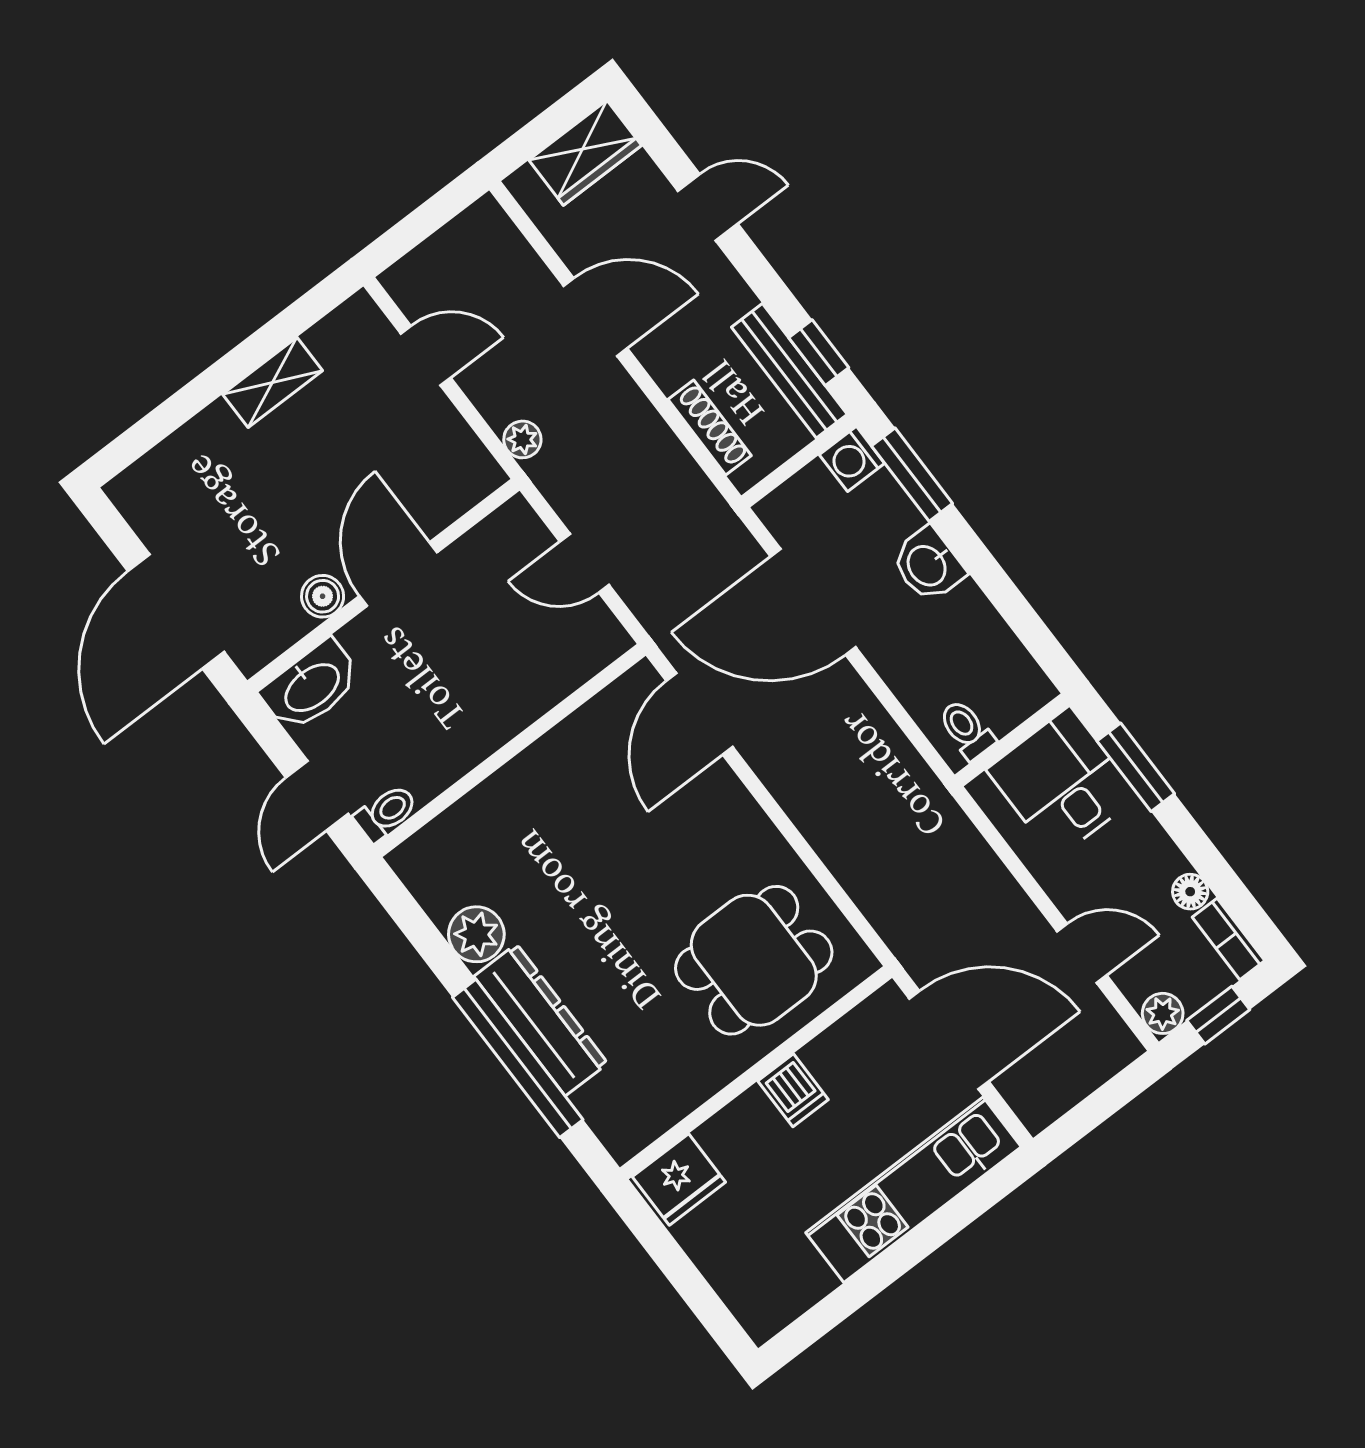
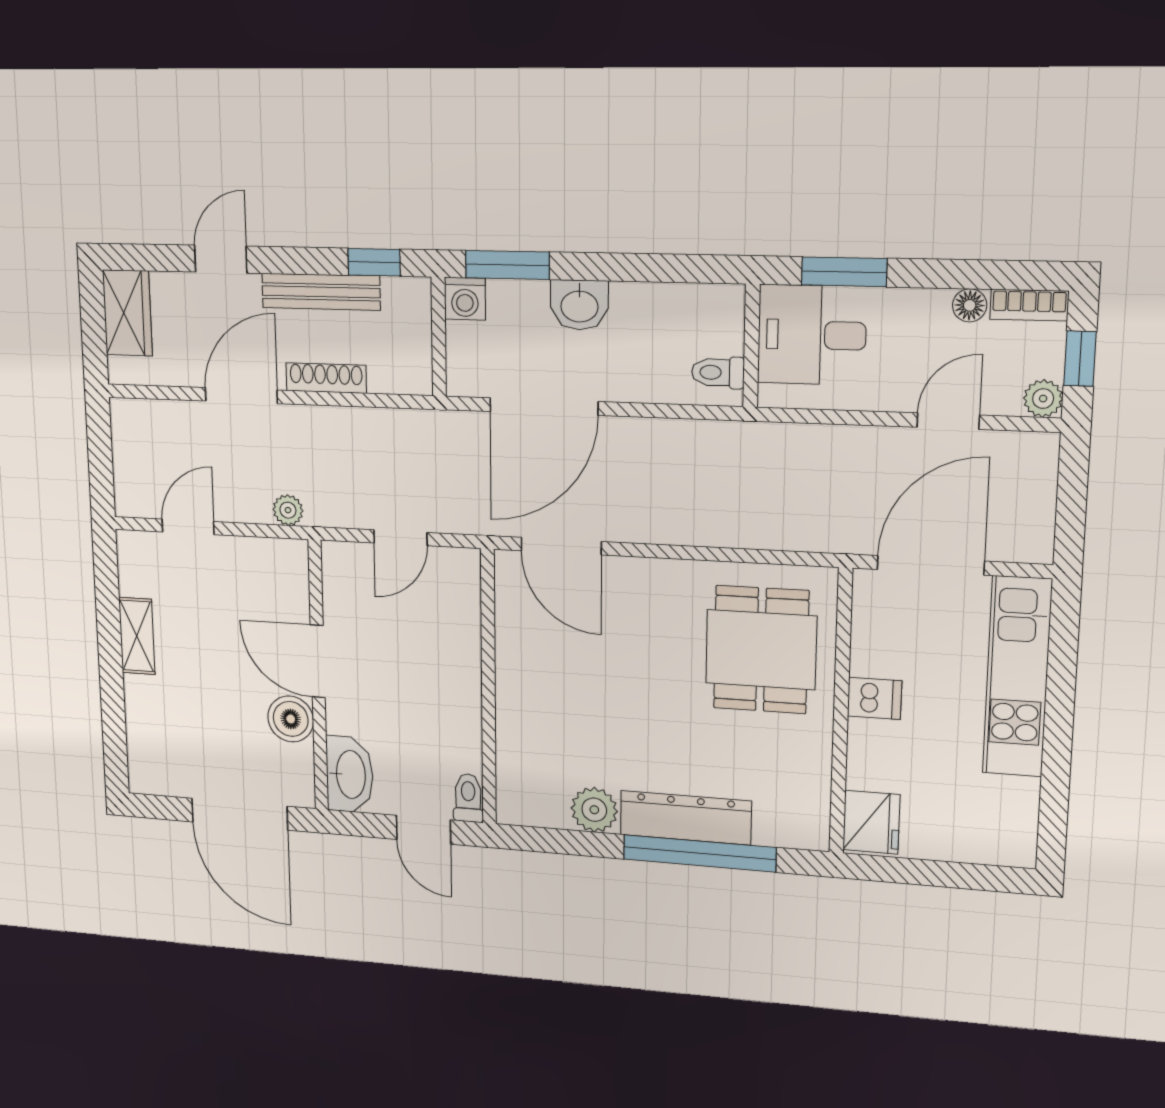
bench: (789, 371) -> (321, 292), moved
shoe rack: (710, 427) -> (326, 378), moved
boiler: (323, 596) -> (291, 719), width x1.36, depth x1.36

